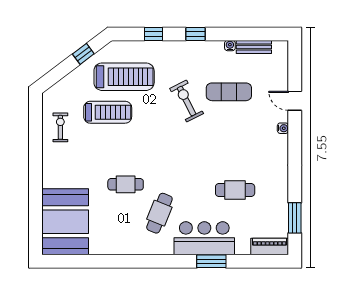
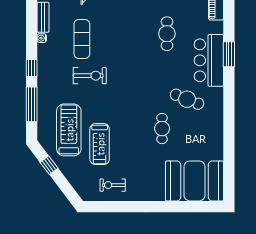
window: (153, 34) -> (32, 104), width x2.17
exercise bike: (187, 101) -> (90, 76), turned -153
treadmill: (108, 112) -> (100, 144), turned 180

